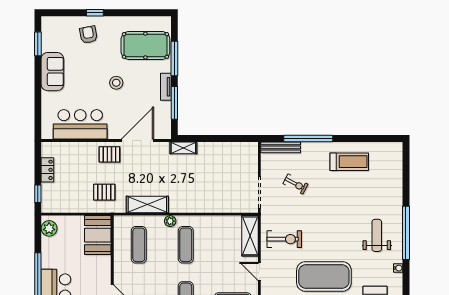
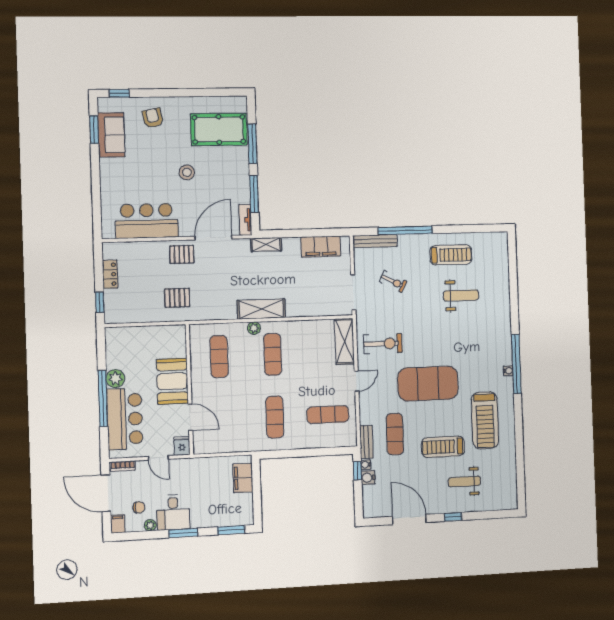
window: (95, 13) -> (119, 93), moved
sofa: (52, 72) -> (111, 135), moved
tv unit: (166, 87) -> (245, 220), moved
filing cabinet: (232, 151) -> (321, 247), added
shelving: (147, 204) -> (261, 309), moved
plant: (49, 228) -> (115, 379), moved
window: (406, 233) -> (516, 364), moved
booth: (98, 235) -> (172, 381), moved
weight bench: (377, 235) -> (461, 295), moved, turned 90
door: (259, 271) -> (356, 381), swing flipped

